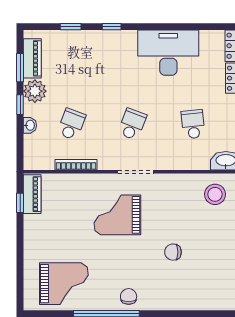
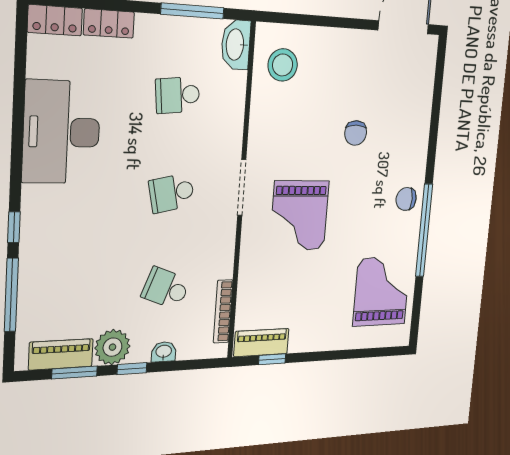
window: (71, 27) -> (11, 295), width x2.17
school desk: (132, 124) -> (172, 193), turned -33
bookcase: (76, 165) -> (223, 311), moved

